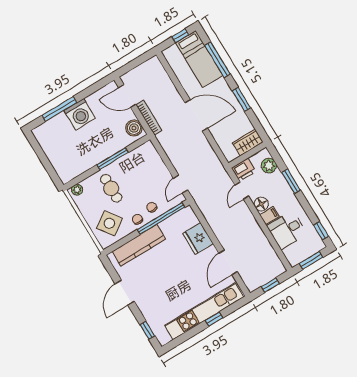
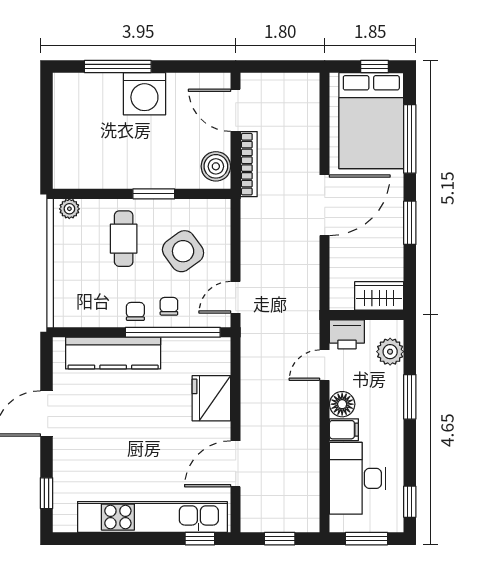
bed: (199, 59) -> (371, 121), width x1.50
door: (196, 115) -> (325, 205), hinge flipped
window: (113, 159) -> (154, 194), width x0.69
side table: (109, 223) -> (183, 251), moved
desk: (287, 230) -> (358, 478), width x1.37
window: (214, 319) -> (200, 539), moved

